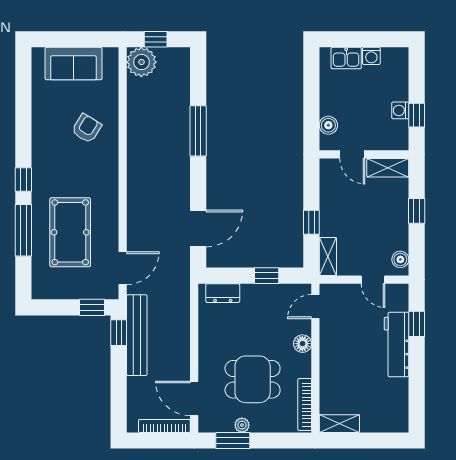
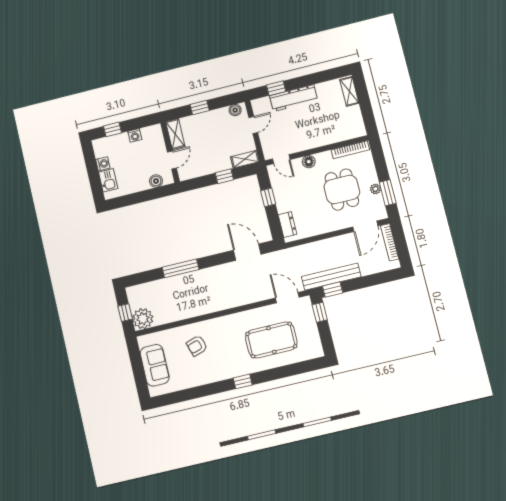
window: (417, 115) -> (113, 129), moved
armchair: (87, 128) -> (197, 346), turned -49
window: (23, 230) -> (278, 373), removed
shelving: (339, 424) -> (349, 91), moved

